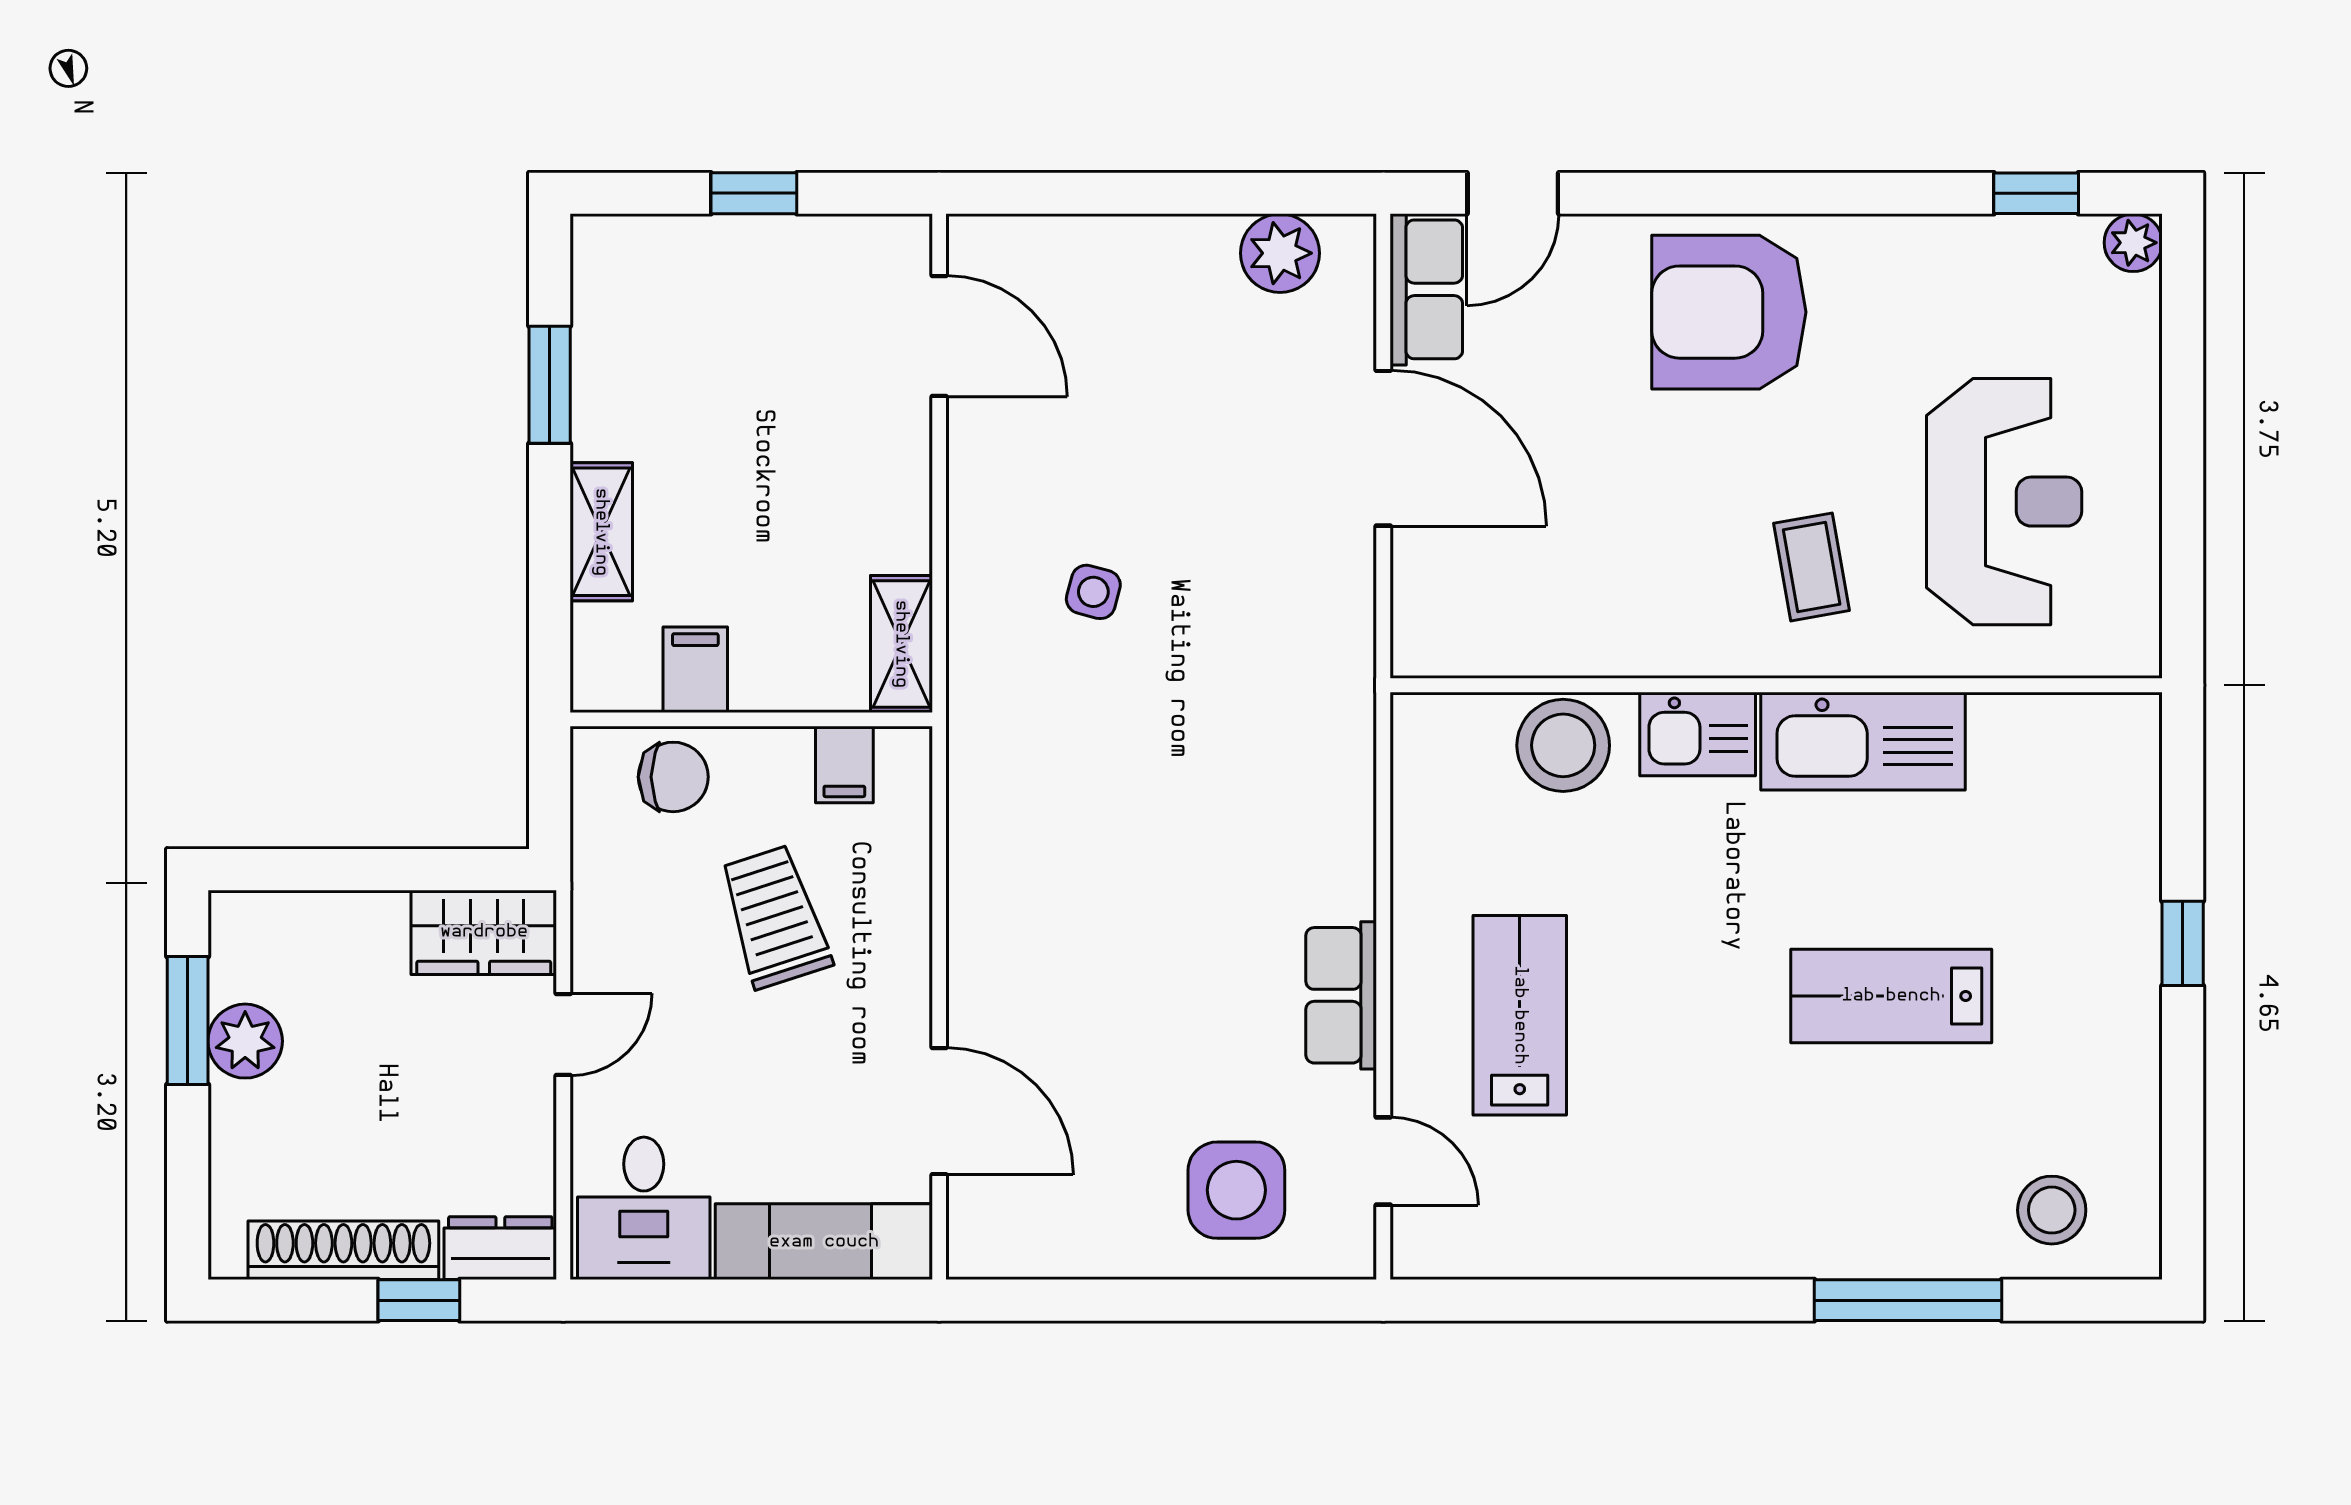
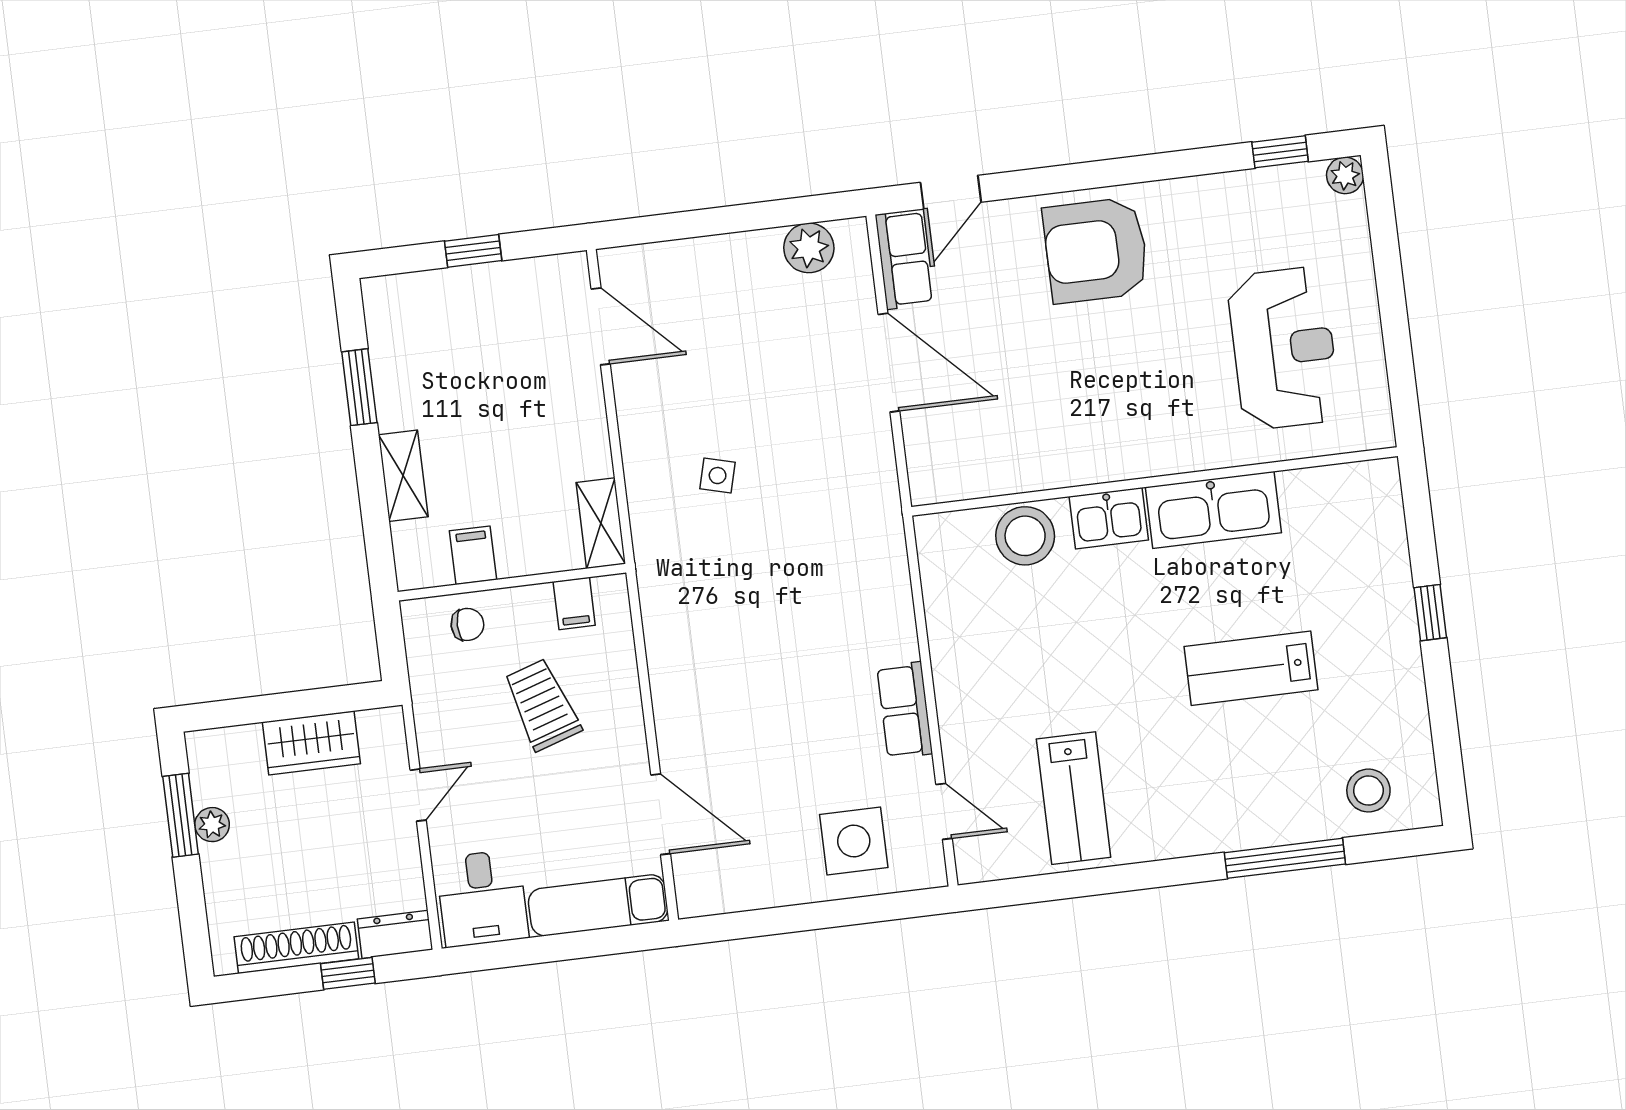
coffee table: (1812, 567) -> (1168, 404), removed
chair: (673, 777) -> (467, 624), width x0.73, depth x0.73
wardrobe: (484, 932) -> (311, 743), moved
lab bench: (1520, 1015) -> (1074, 798), moved, turned 180
plant: (245, 1041) -> (212, 825), width x0.73, depth x0.73

